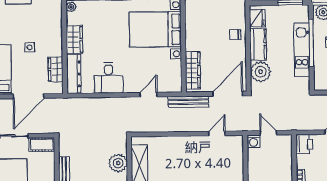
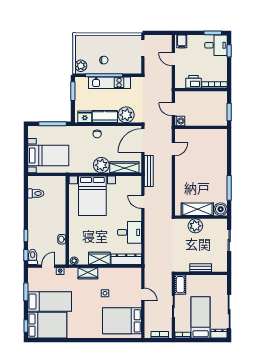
plant: (195, 40) -> (101, 165), added
wardrobe: (56, 69) -> (88, 273), moved
door: (228, 94) -> (143, 140), hinge flipped
door: (29, 96) -> (143, 294), width x0.53
door: (217, 133) -> (173, 149), swing flipped
door: (268, 133) -> (173, 109), hinge flipped
printer: (304, 144) -> (194, 82), moved

